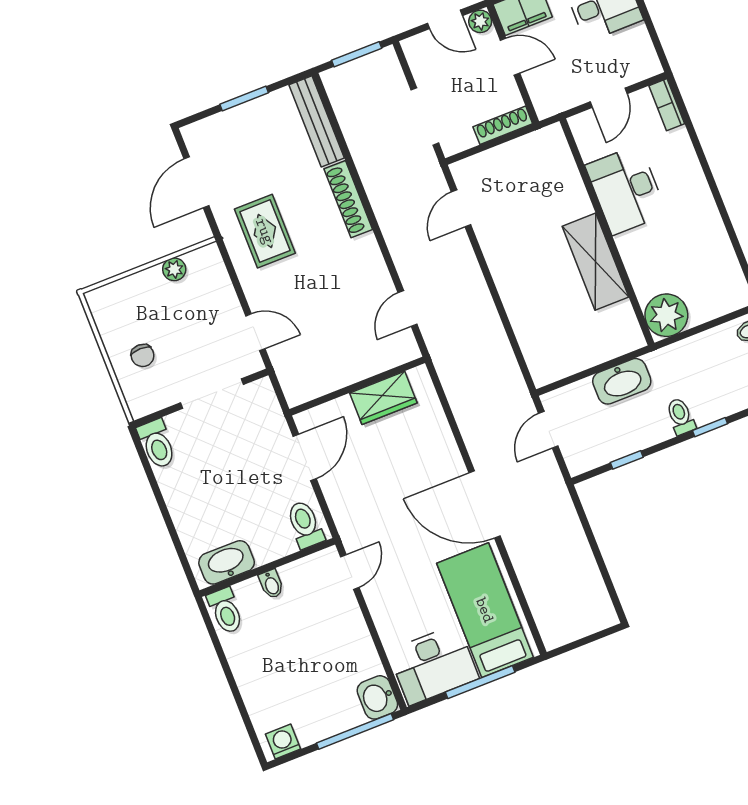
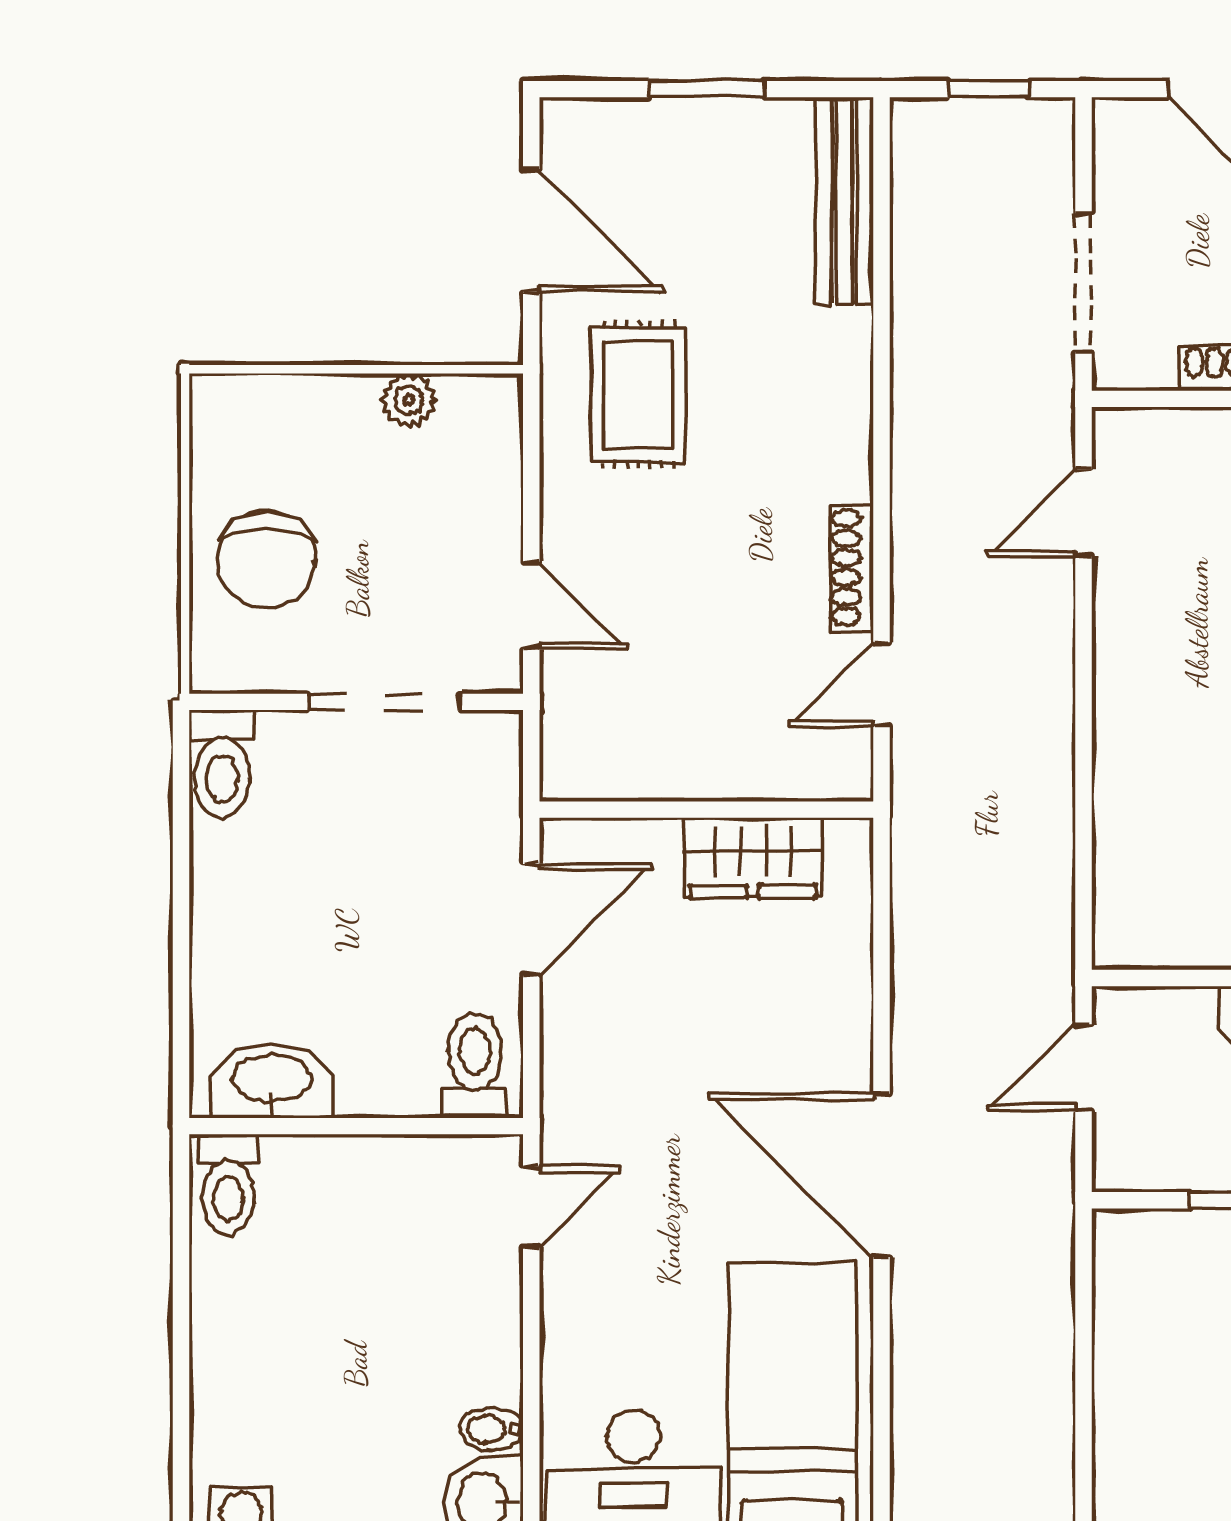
window: (357, 54) -> (988, 89), width x0.67
door: (196, 182) -> (531, 230), swing flipped
shoe rack: (348, 199) -> (852, 568), moved, width x0.74, depth x0.81
chair: (143, 355) -> (267, 560), width x1.87, depth x1.87
bidet: (271, 584) -> (492, 1429), moved, turned 90

